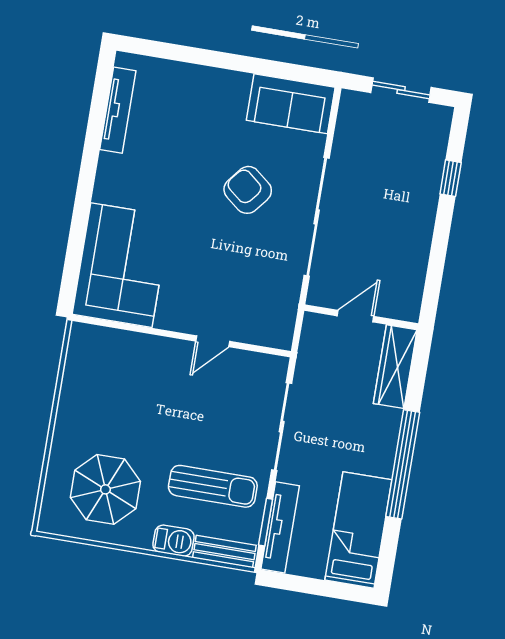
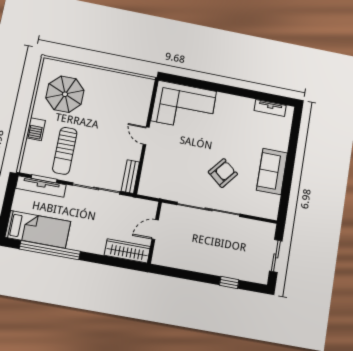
sofa: (291, 104) -> (272, 171), moved
tv unit: (118, 110) -> (270, 108), width x0.71
door: (355, 316) -> (155, 230), swing flipped
door: (213, 341) -> (146, 136), moved
window: (403, 464) -> (50, 250), moved
bench: (224, 552) -> (130, 177), moved

